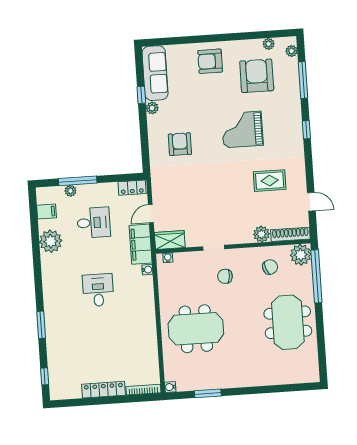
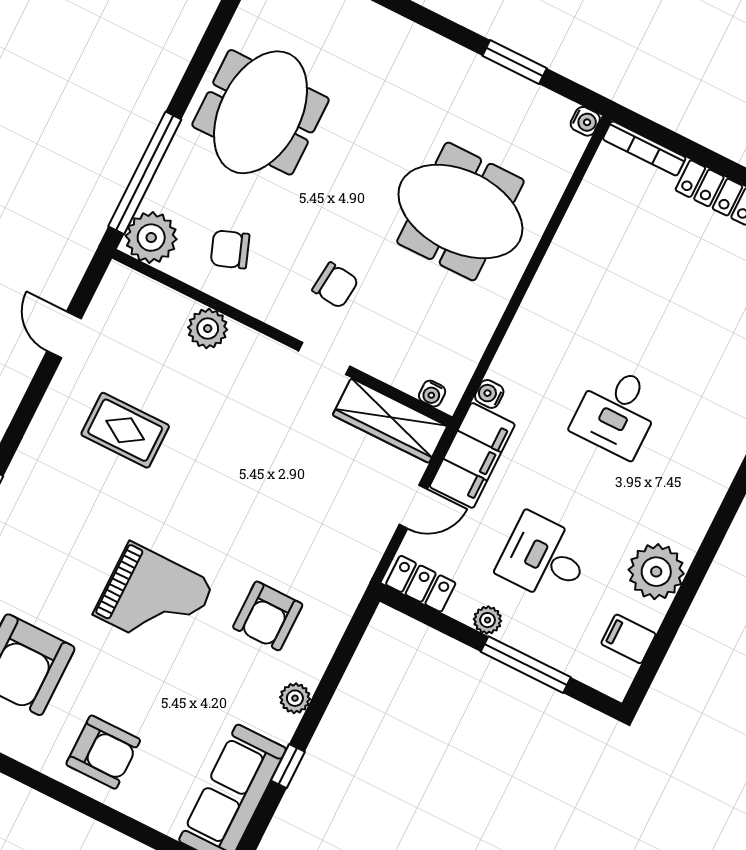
plant: (152, 108) -> (295, 698), moved
grand piano: (242, 129) -> (154, 599), moved
plant: (70, 191) -> (488, 620), moved
shoe rack: (290, 234) -> (148, 293), removed
wardrobe: (170, 240) -> (390, 421), width x1.50

